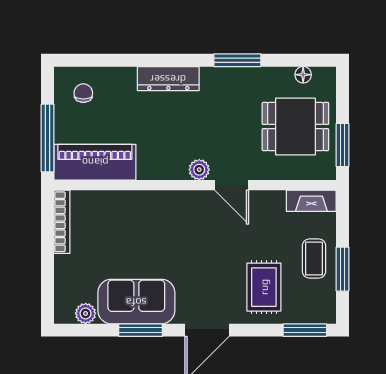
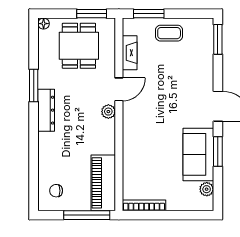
floor lamp: (303, 75) -> (44, 24), moved
dresser: (168, 79) -> (46, 110), moved
fireplace: (311, 201) -> (130, 53), moved
window: (343, 269) -> (149, 14), moved
rug: (264, 287) -> (189, 67), removed

